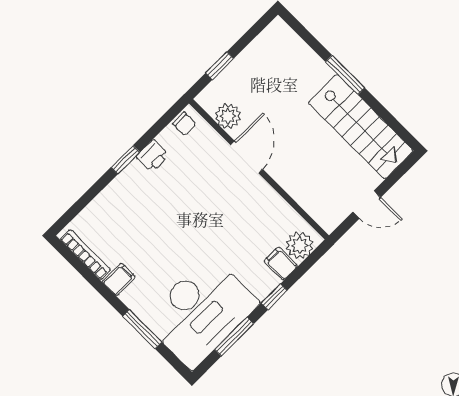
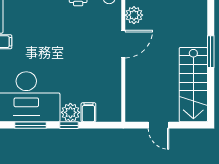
plant: (300, 245) -> (70, 112), moved

